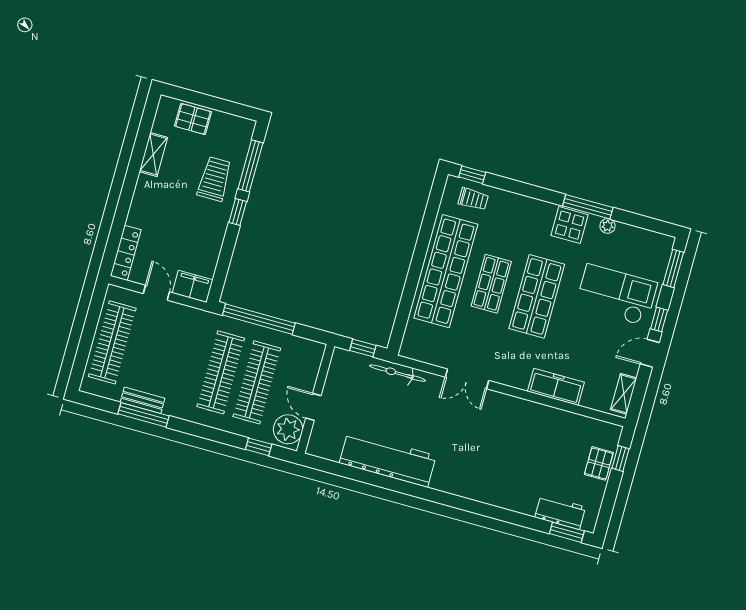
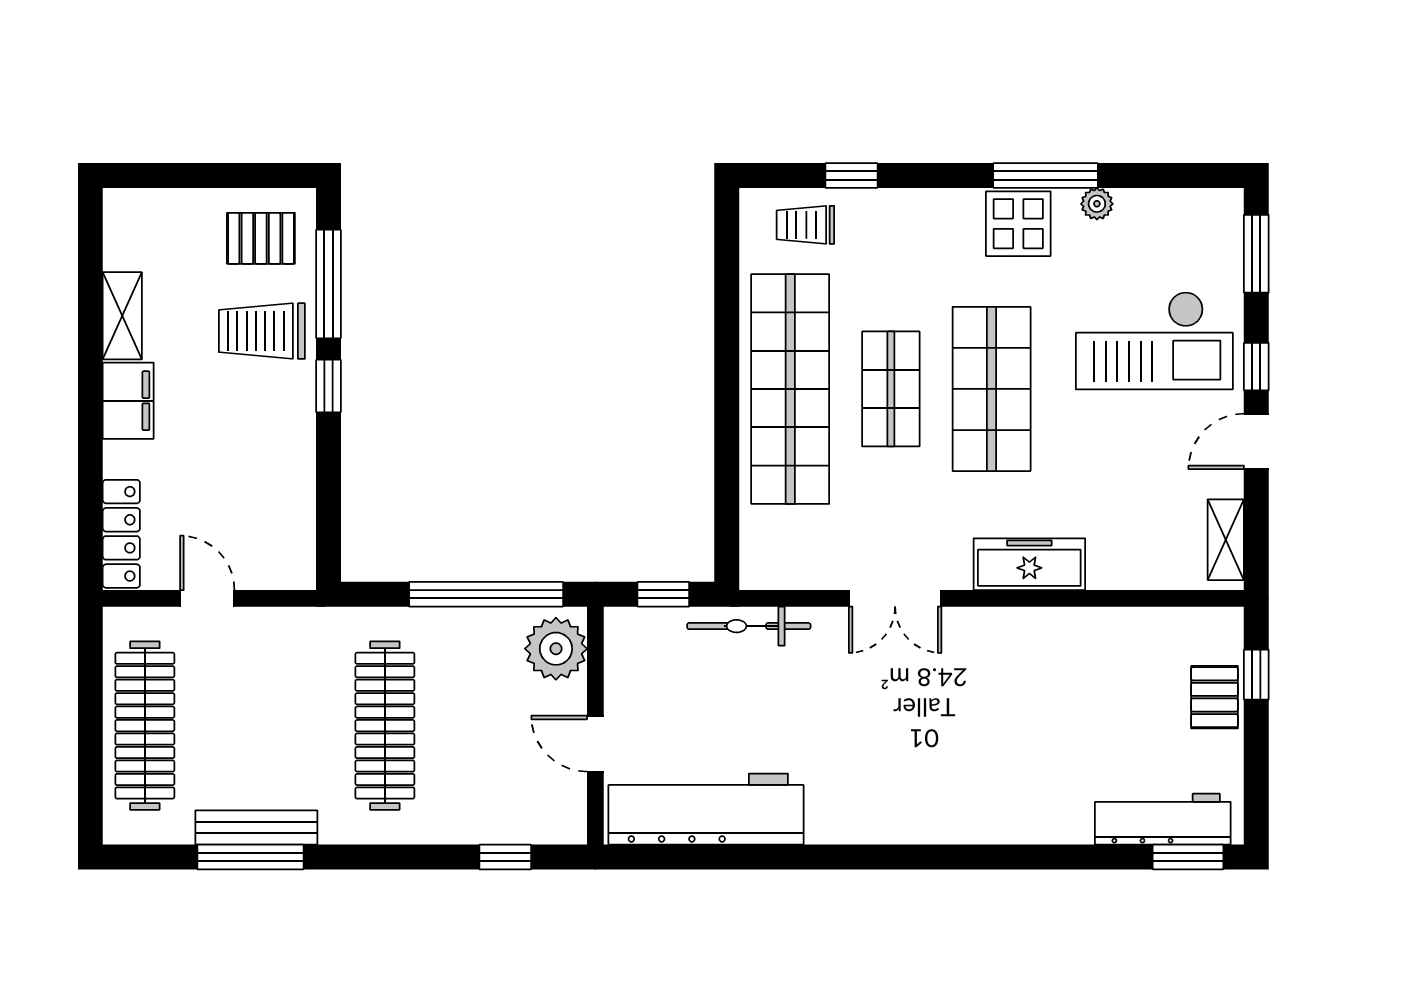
pallet: (193, 119) -> (261, 238), moved
window: (472, 175) -> (851, 175), moved
trolley: (214, 179) -> (262, 331), turned -90
trolley: (473, 199) -> (805, 225), turned 180
filing cabinet: (193, 286) -> (128, 401), moved, turned 90
checkout: (616, 295) -> (1154, 341), turned 180
window: (259, 319) -> (486, 594), moved
clothes rail: (257, 382) -> (465, 726), removed
freezer: (556, 387) -> (1029, 564), moved
bench: (142, 400) -> (256, 828), width x1.36
plant: (288, 429) -> (556, 649), moved
workbench: (388, 459) -> (706, 809), moved
workbench: (560, 512) -> (1163, 819), width x1.38

